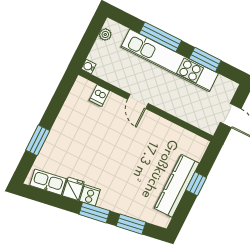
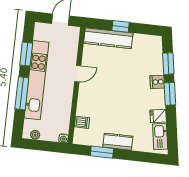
door: (138, 101) -> (78, 74), moved
kitchen counter: (61, 130) -> (118, 142), added
window: (38, 140) -> (102, 152), moved
kitchen counter: (177, 186) -> (108, 38), moved
cooker: (90, 195) -> (157, 82), moved

